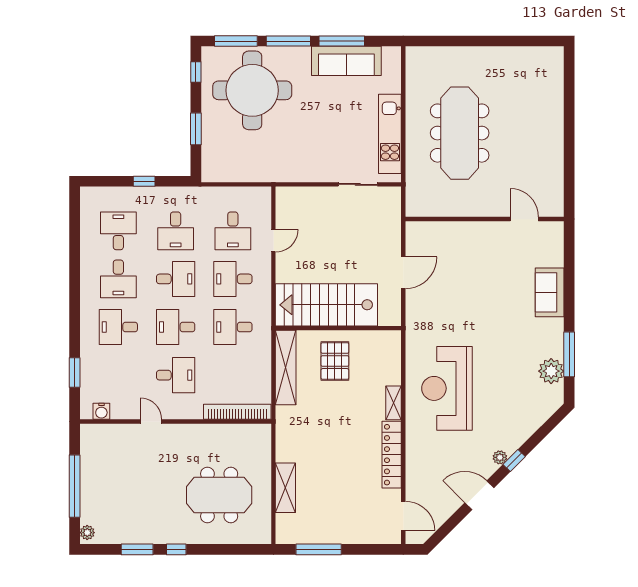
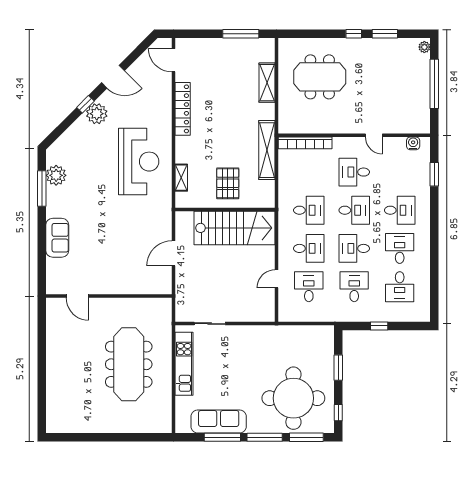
shelving: (286, 367) -> (267, 150), moved
shelving: (394, 403) -> (181, 178), moved
plant: (500, 457) -> (97, 114), width x1.88, depth x1.88

